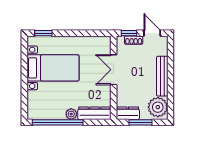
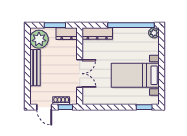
plant: (71, 114) -> (154, 33), moved

